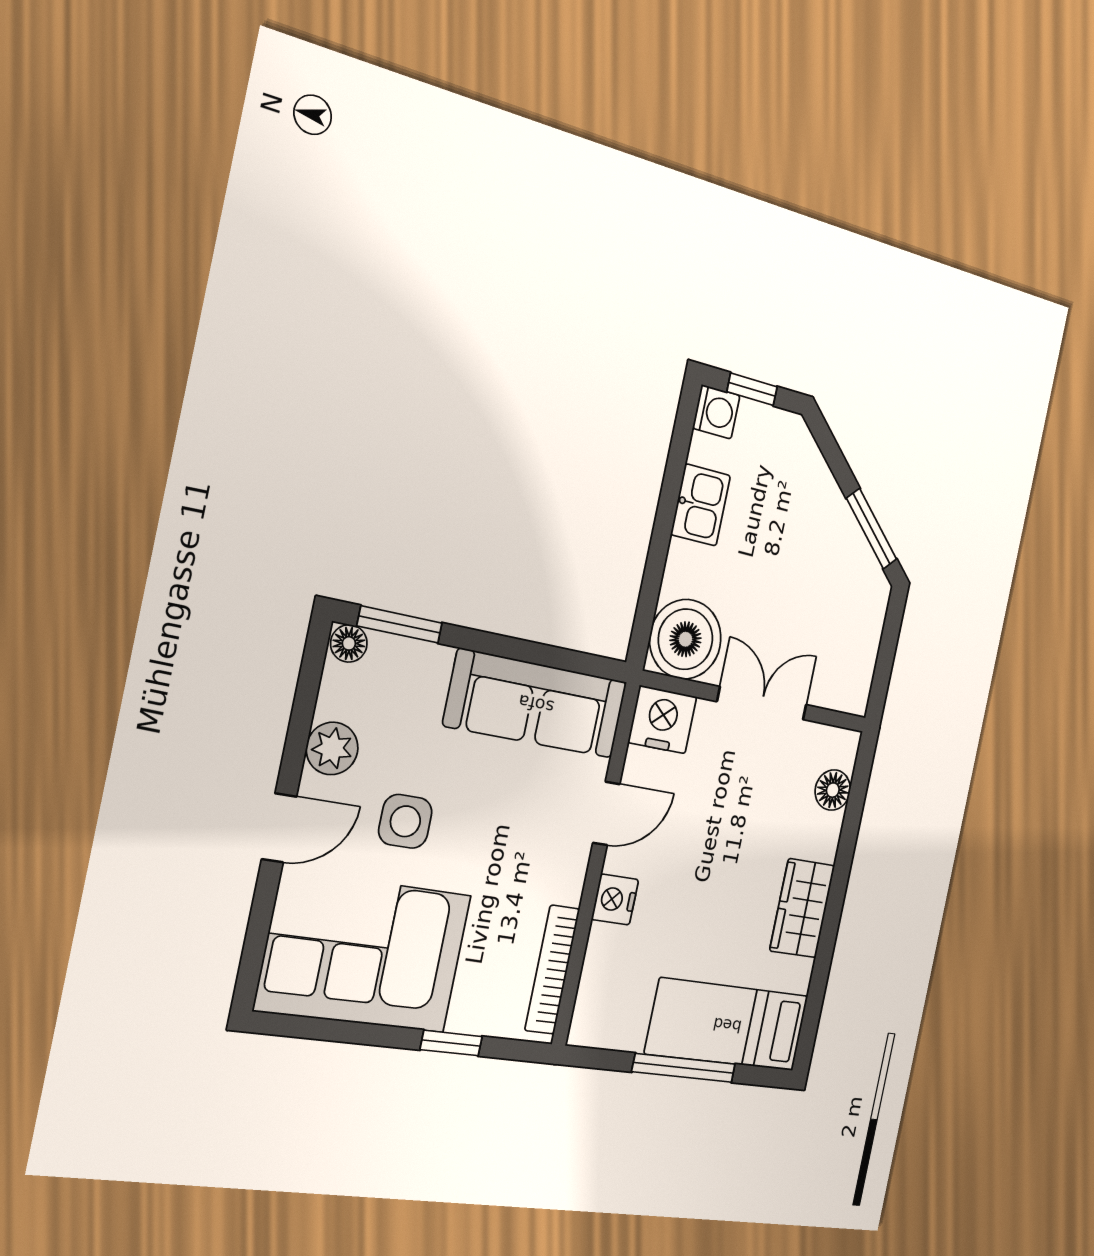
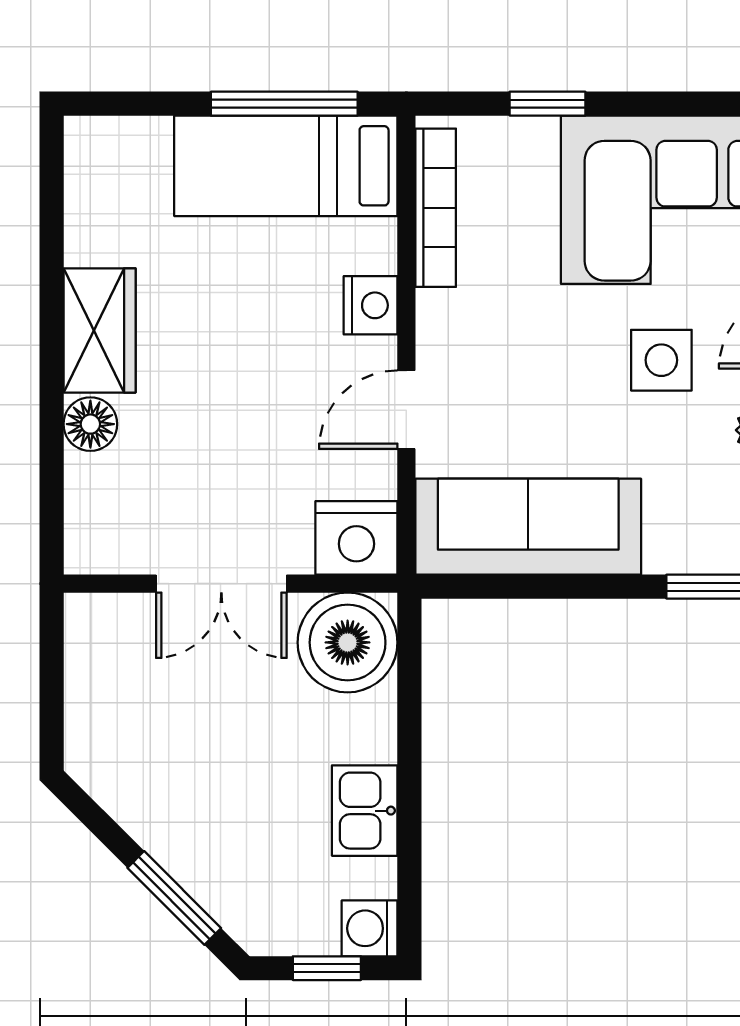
window: (872, 529) -> (174, 898), moved
floor lamp: (833, 790) -> (90, 424), moved
bed: (727, 1025) -> (286, 166), moved, turned 180
window: (684, 1068) -> (284, 104), moved

